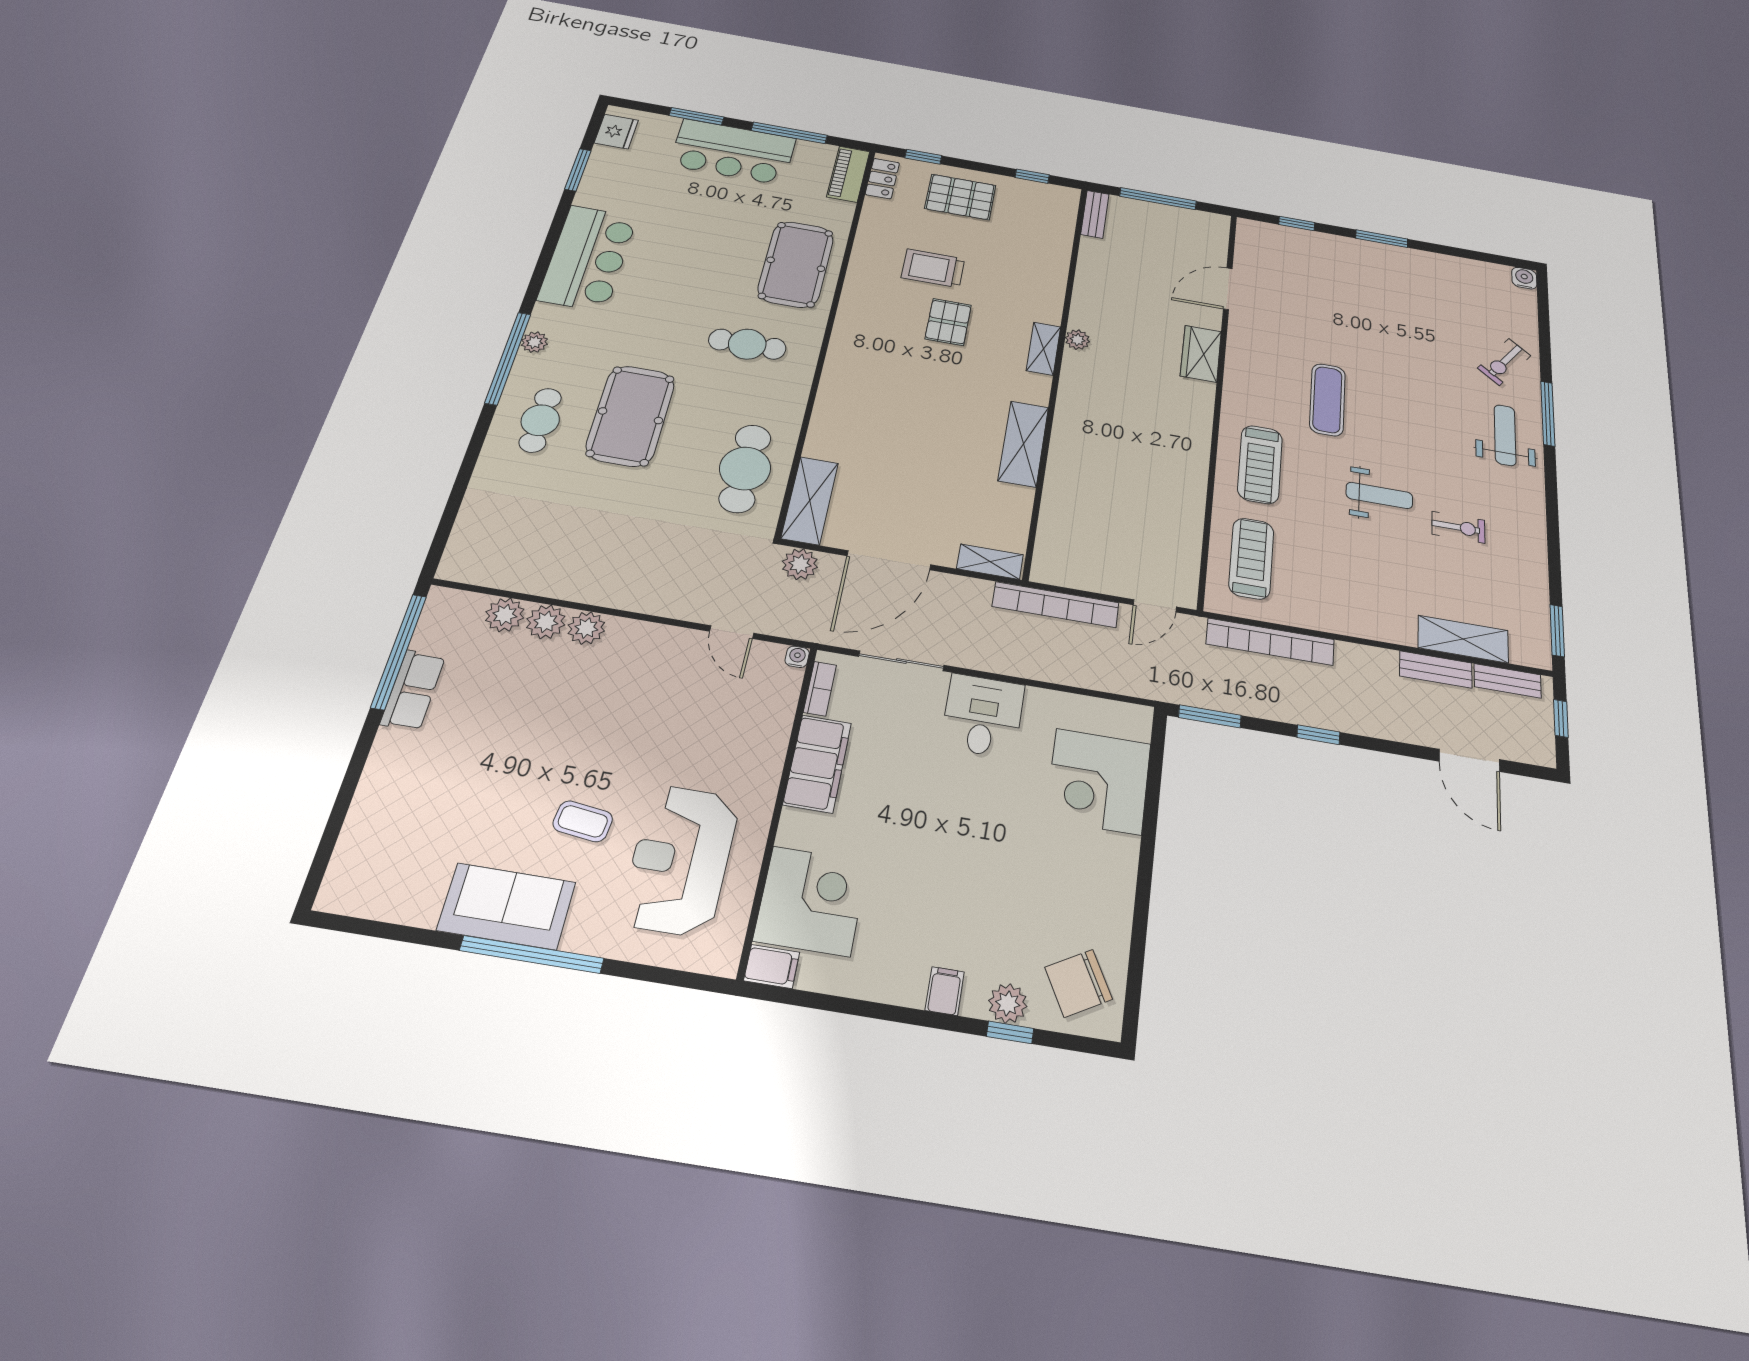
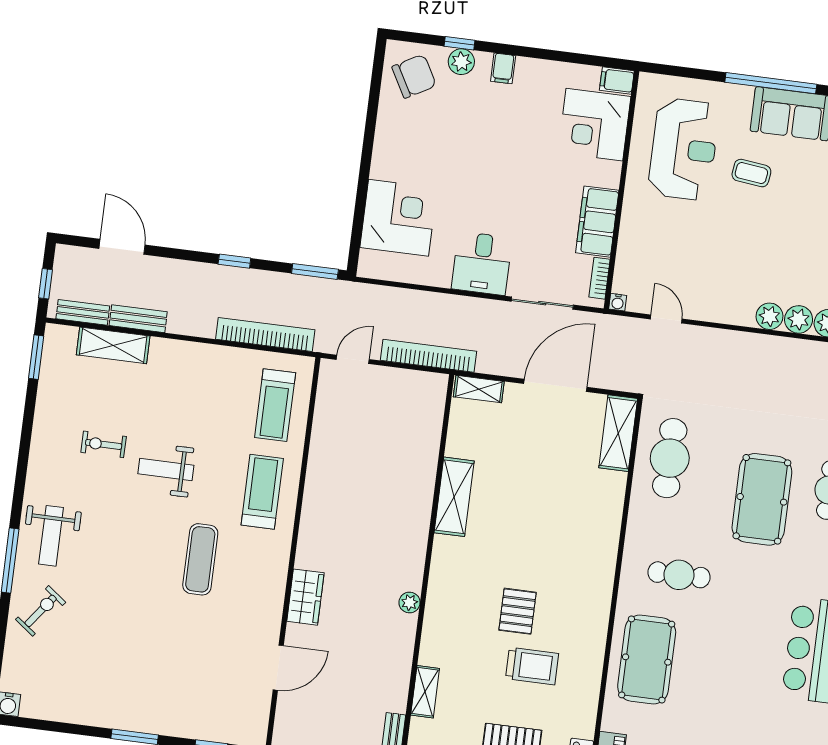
shelving: (1043, 349) -> (425, 692), moved
plant: (800, 564) -> (621, 378), removed

